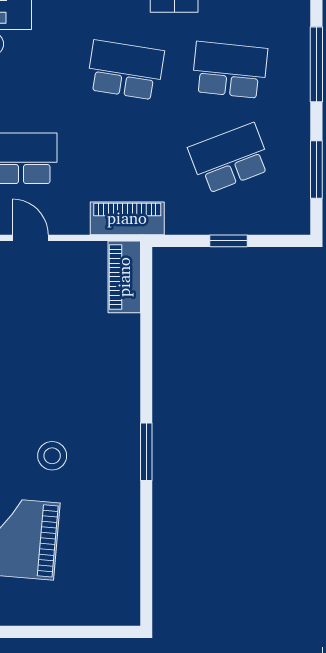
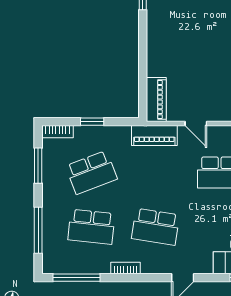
bookcase: (285, 225) -> (57, 132), added
door: (30, 238) -> (196, 123), moved

